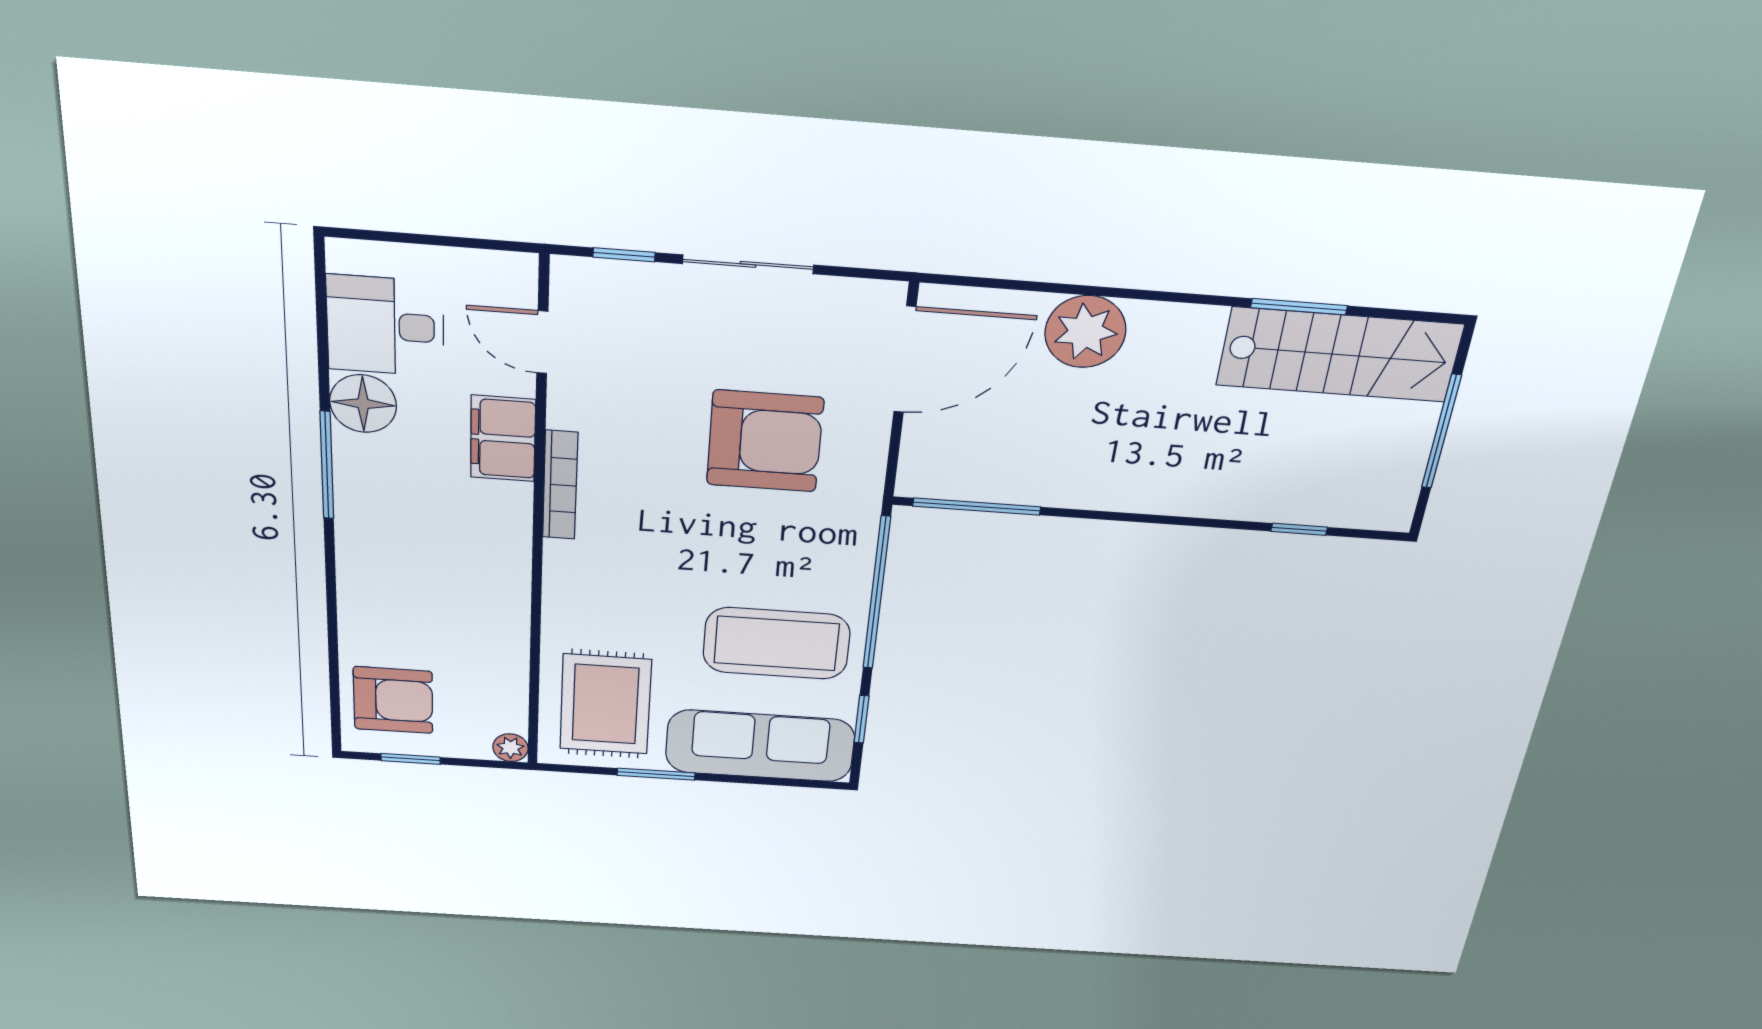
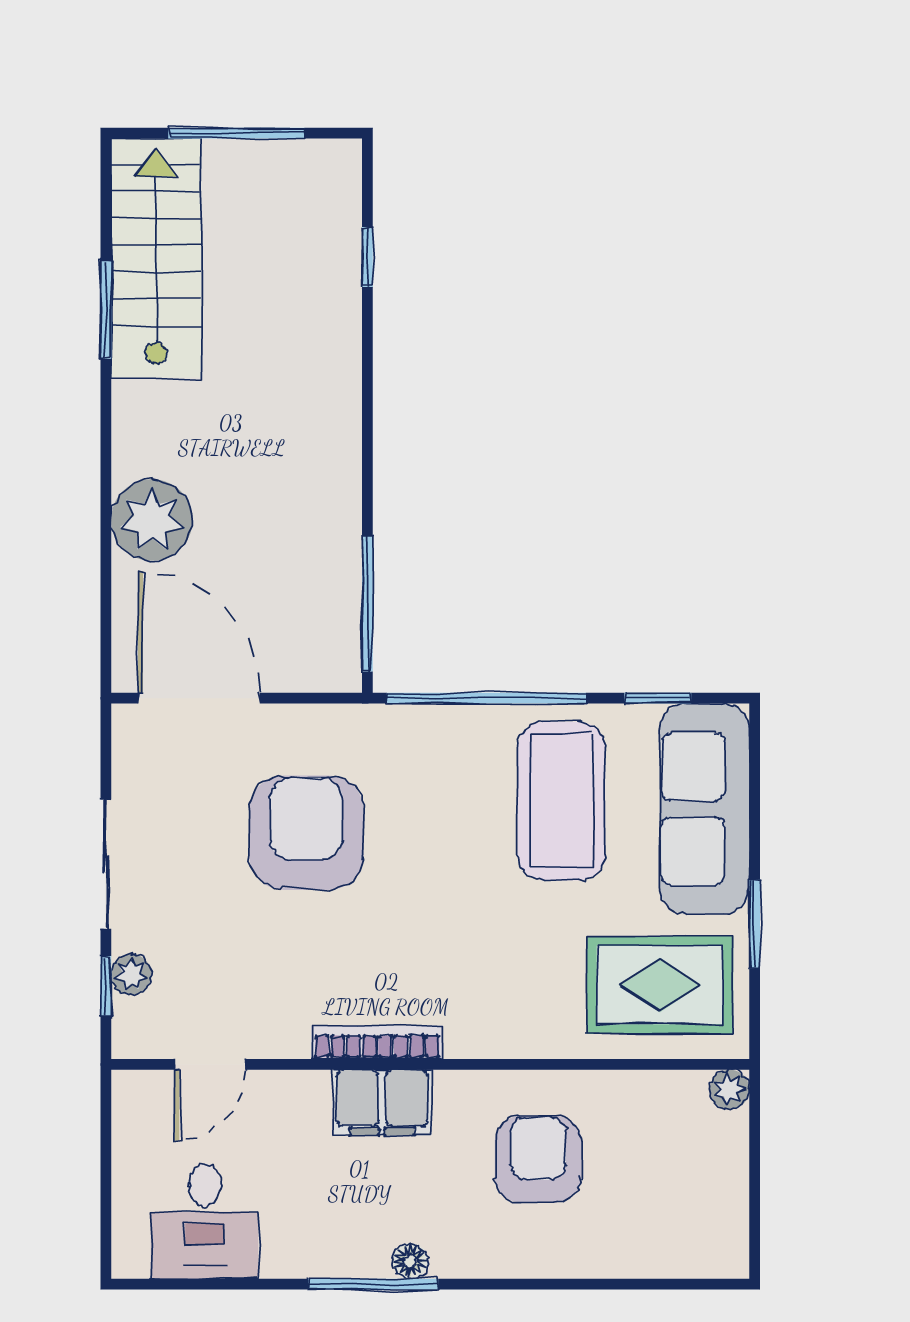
plant: (635, 279) -> (131, 974), added
floor lamp: (363, 404) -> (410, 1261), moved, width x0.53, depth x0.53
filing cabinet: (503, 439) -> (382, 1103), moved
armchair: (393, 700) -> (538, 1159), moved
window: (411, 759) -> (755, 1202), removed

